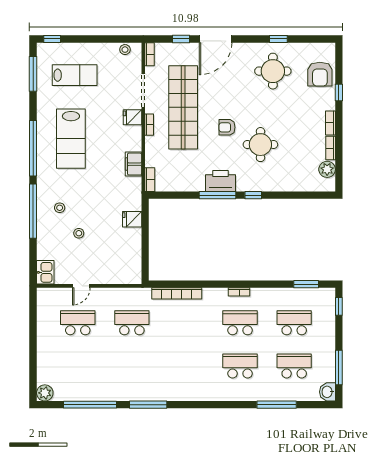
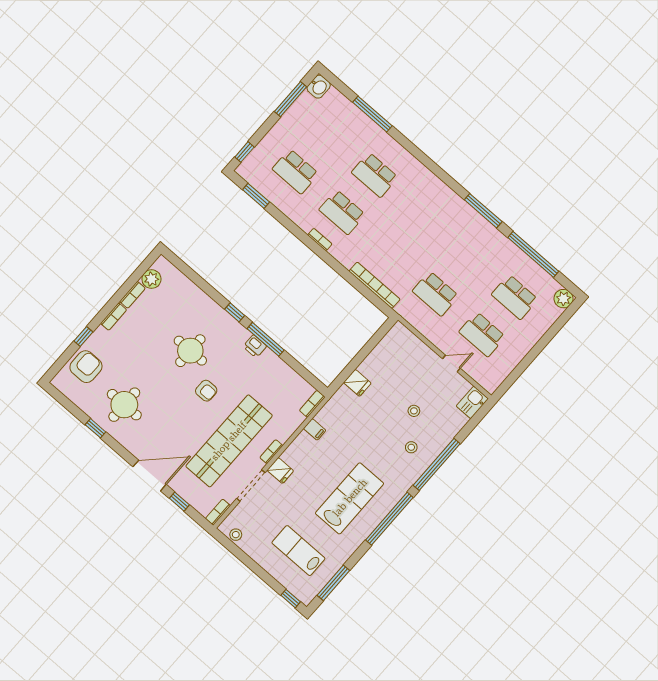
filing cabinet: (133, 164) -> (315, 429), width x0.50
printer: (221, 181) -> (255, 346), width x0.53, depth x0.68
school desk: (294, 366) -> (515, 297), moved

